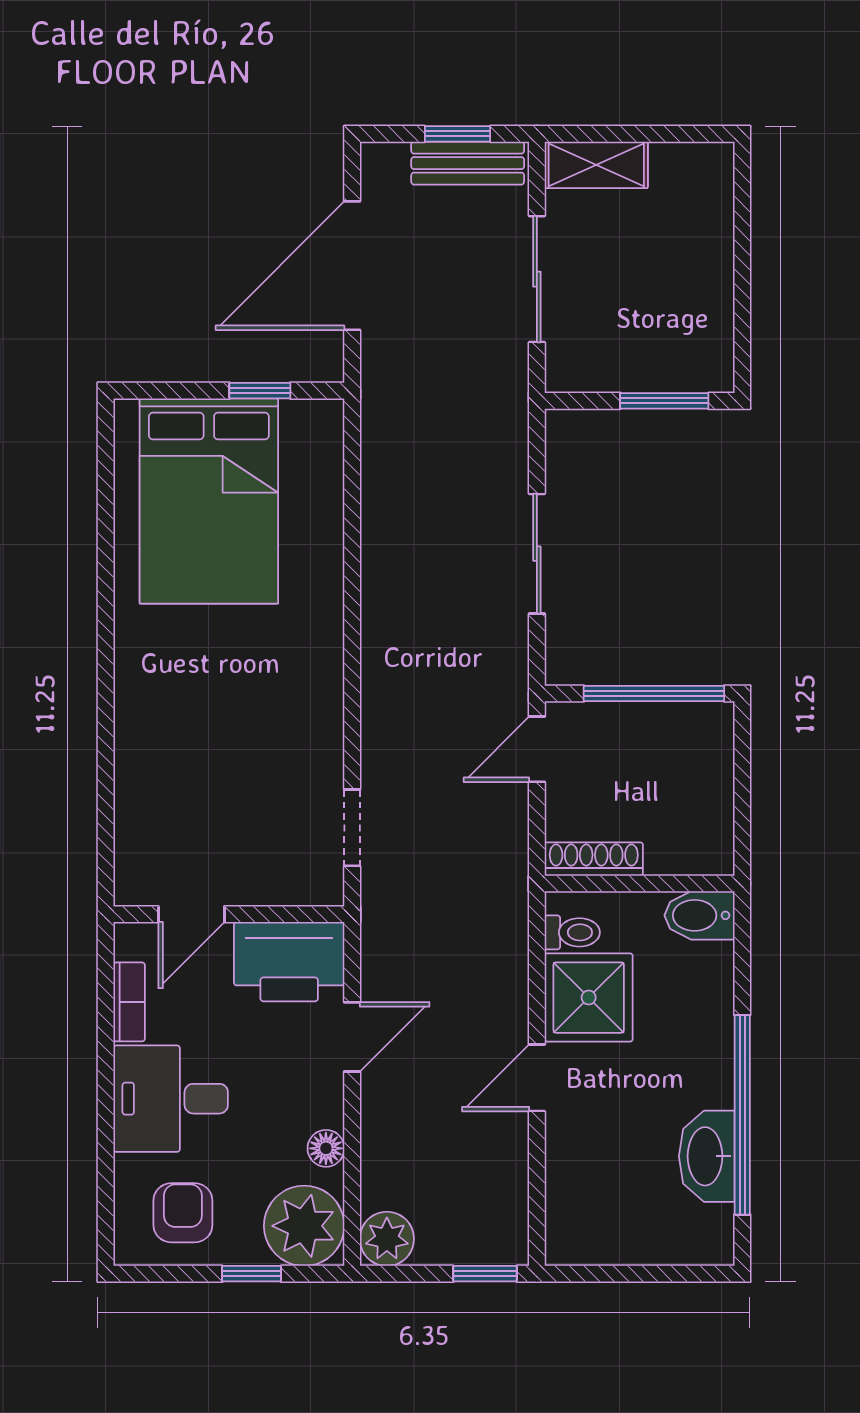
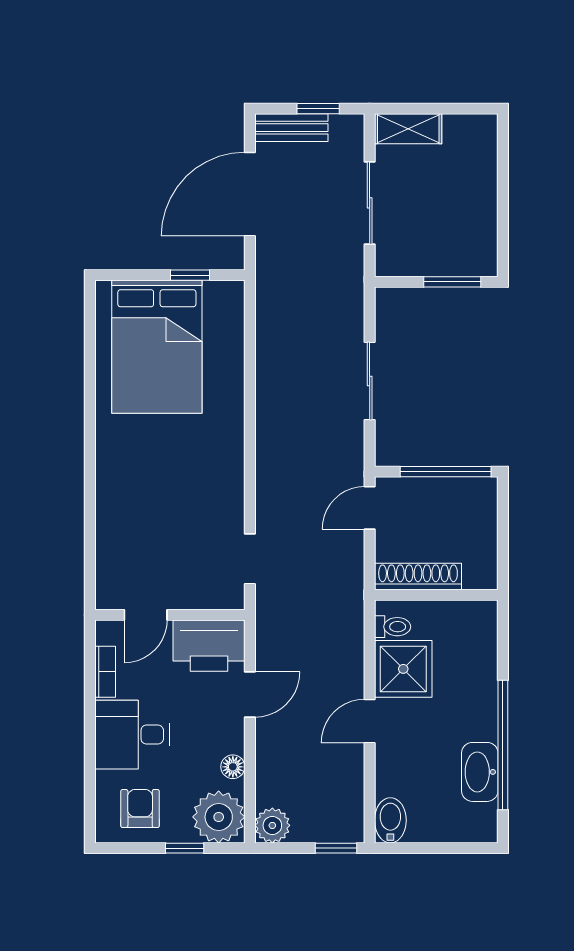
bench: (468, 163) -> (291, 128), moved
shoe rack: (594, 859) -> (418, 577), width x1.36, depth x1.24
bidet: (699, 915) -> (390, 820), moved, turned 90

